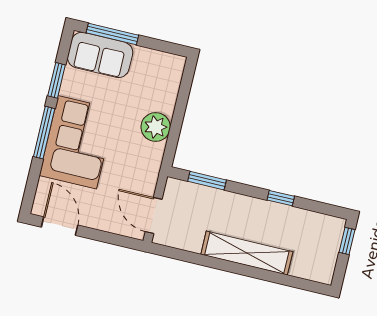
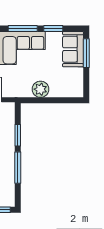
window: (207, 181) -> (18, 135), moved
window: (281, 198) -> (18, 168), width x2.17

